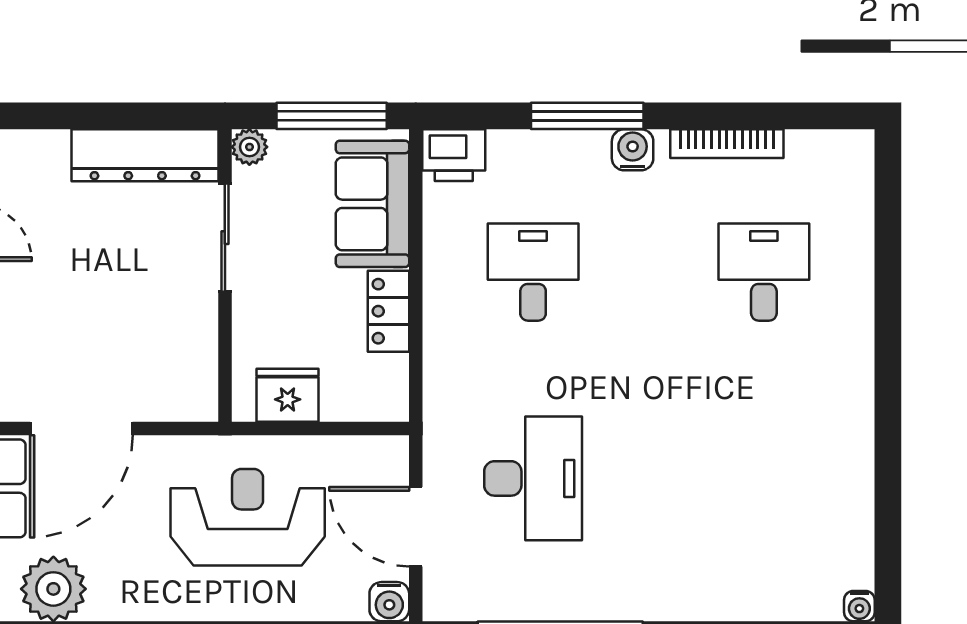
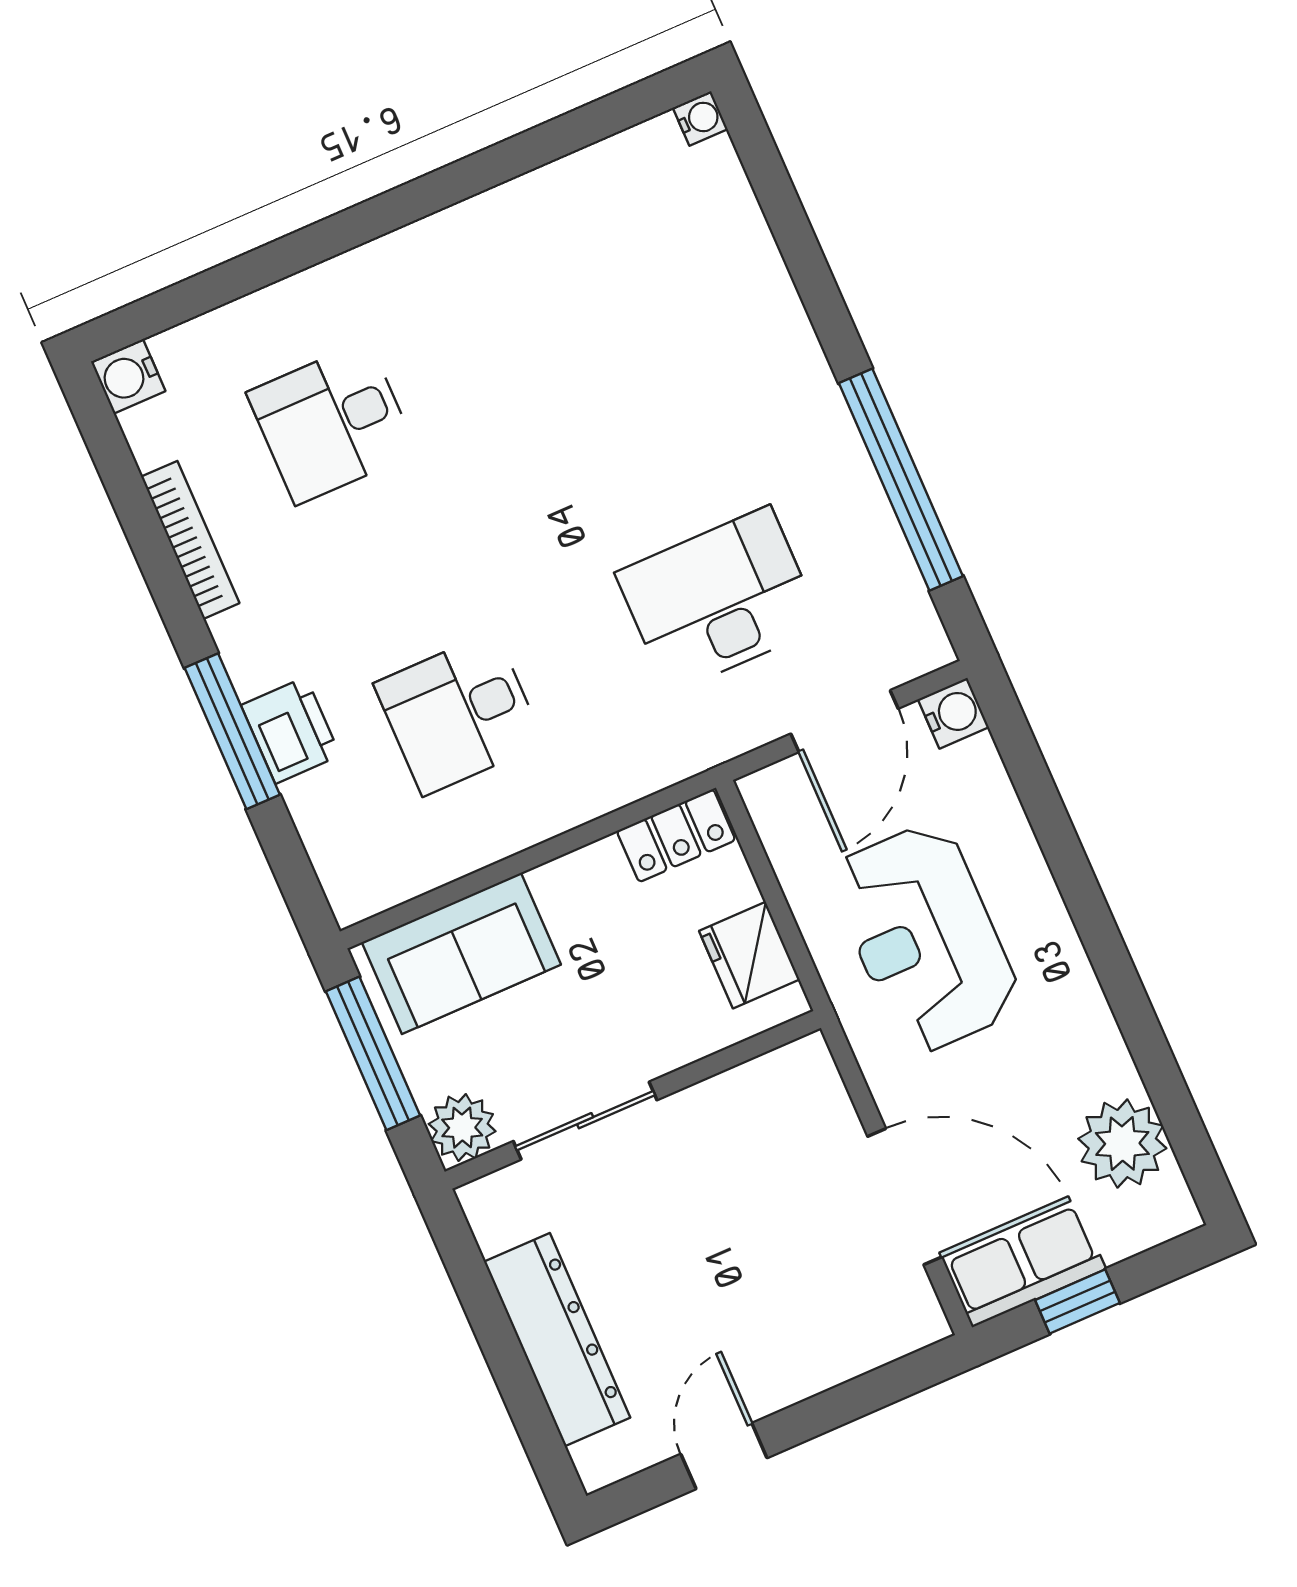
plant: (249, 147) -> (462, 1128), width x1.38, depth x1.38
water cooler: (633, 150) -> (128, 376), moved
dresser: (145, 155) -> (557, 1340), moved
printer: (454, 155) -> (291, 730), moved
locker: (389, 311) -> (676, 836), moved

